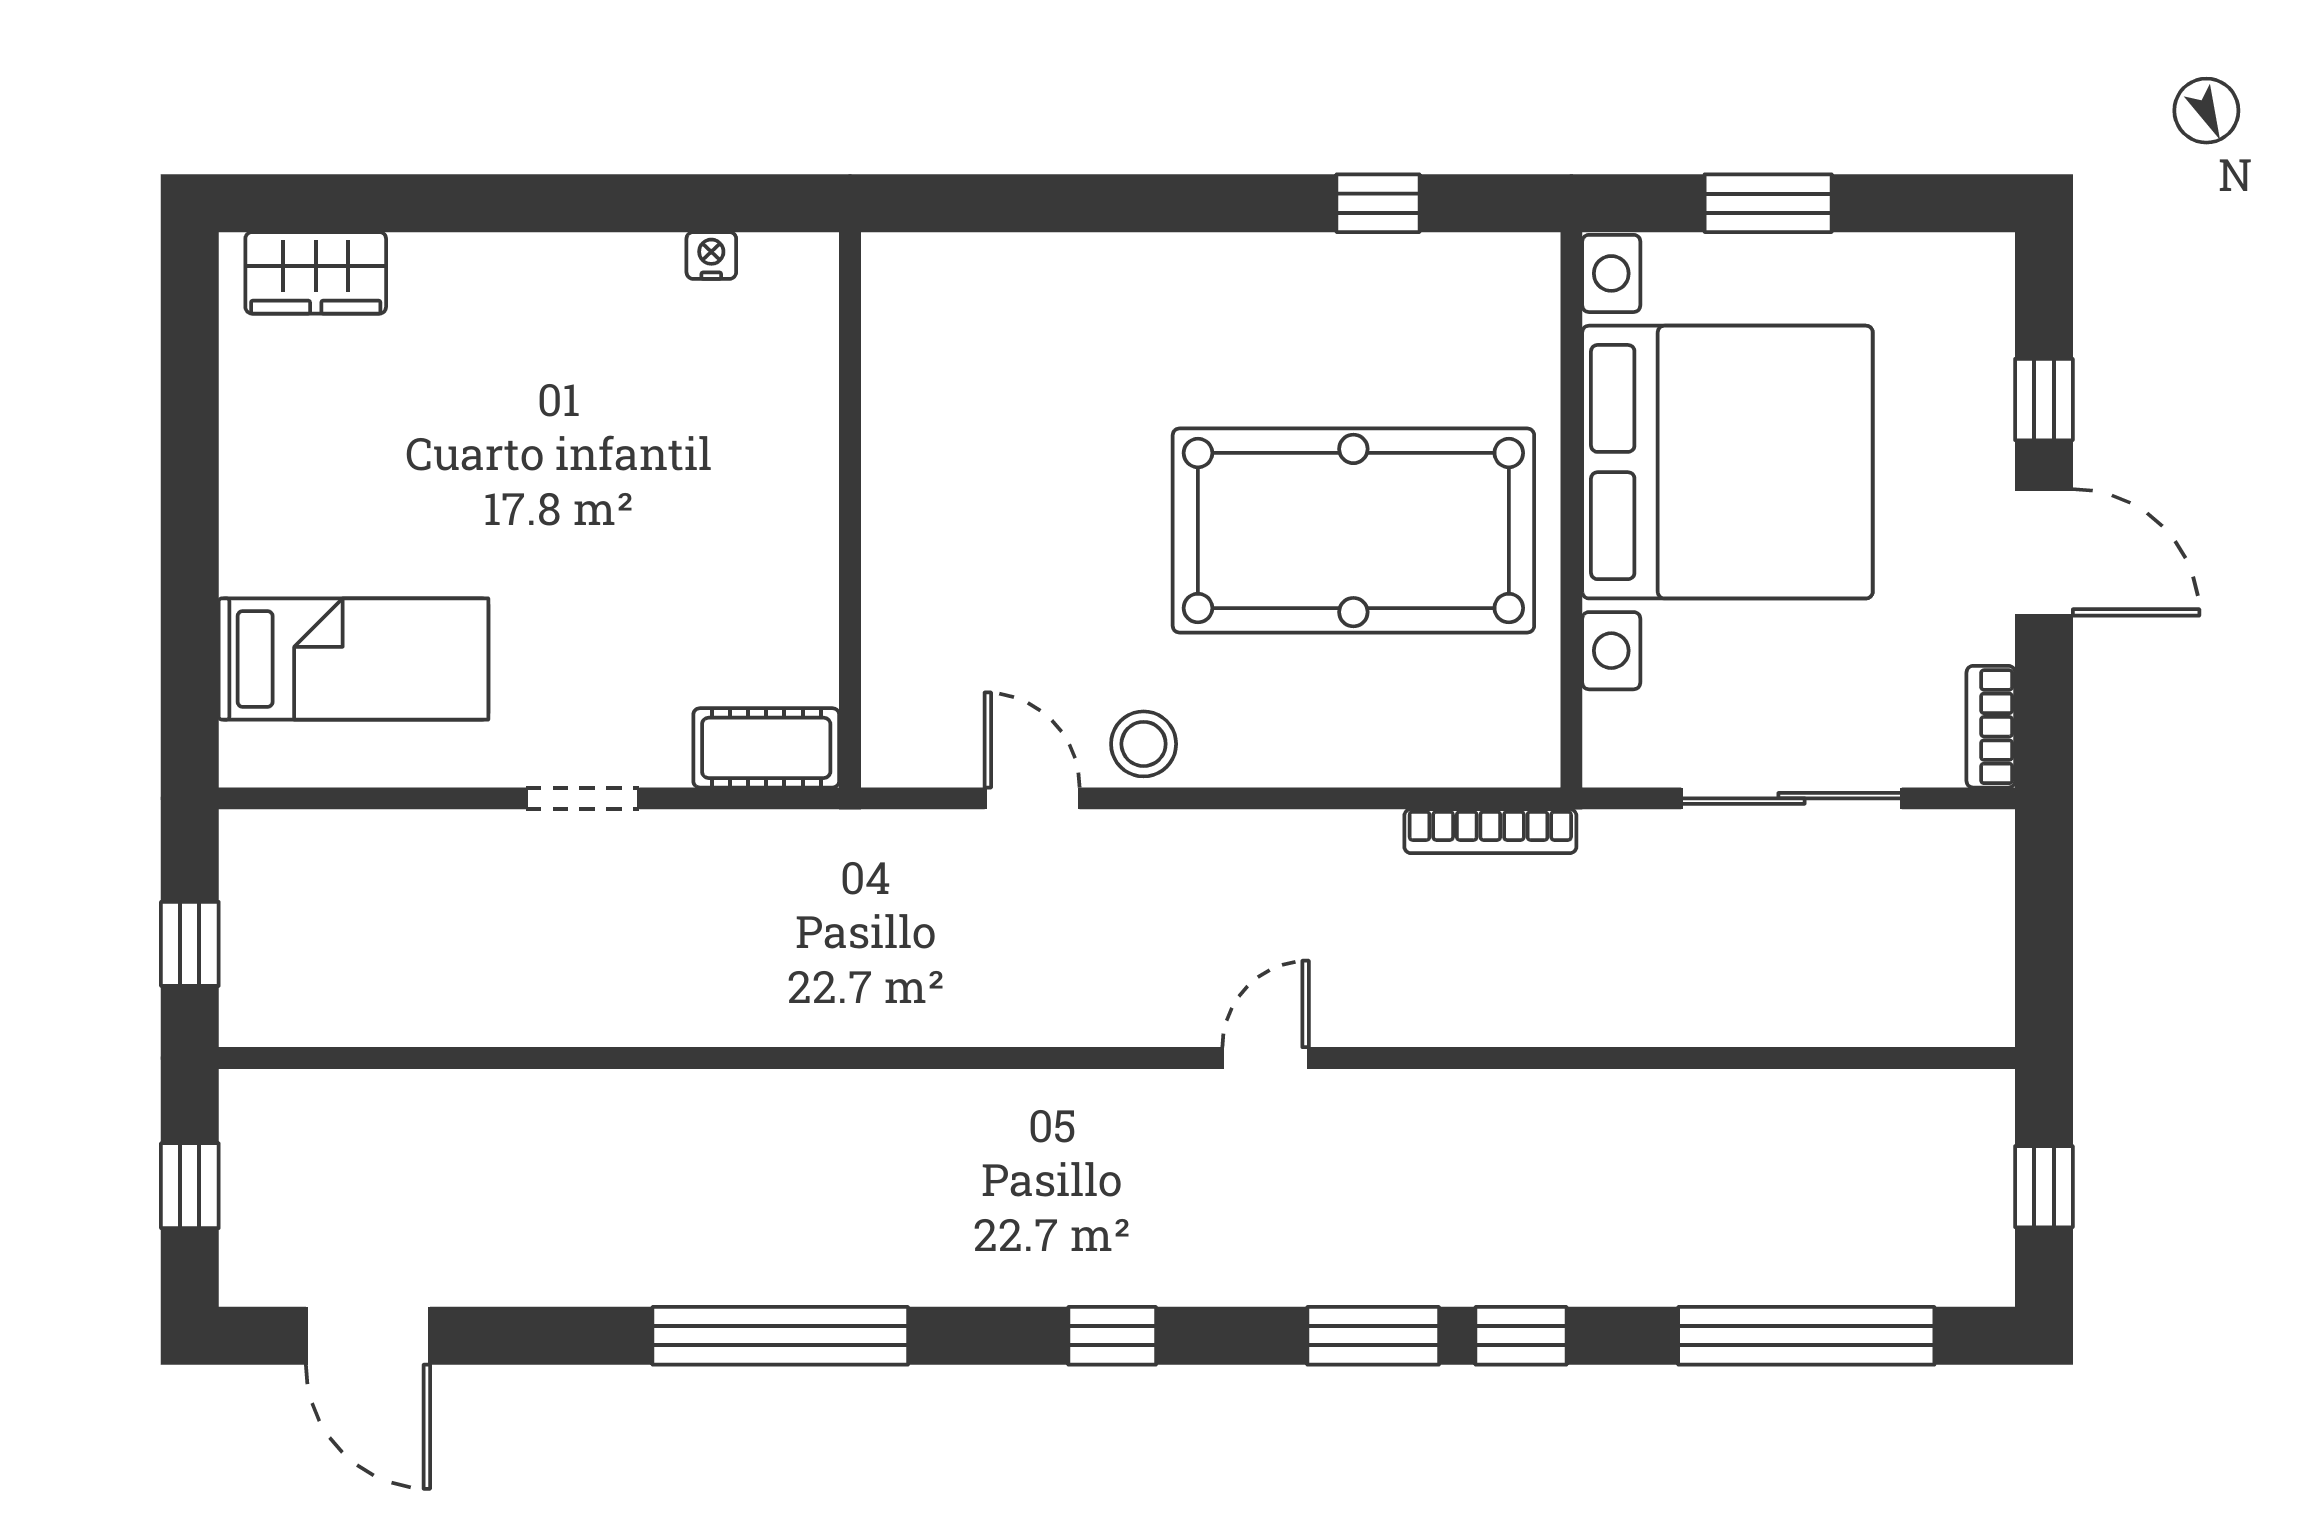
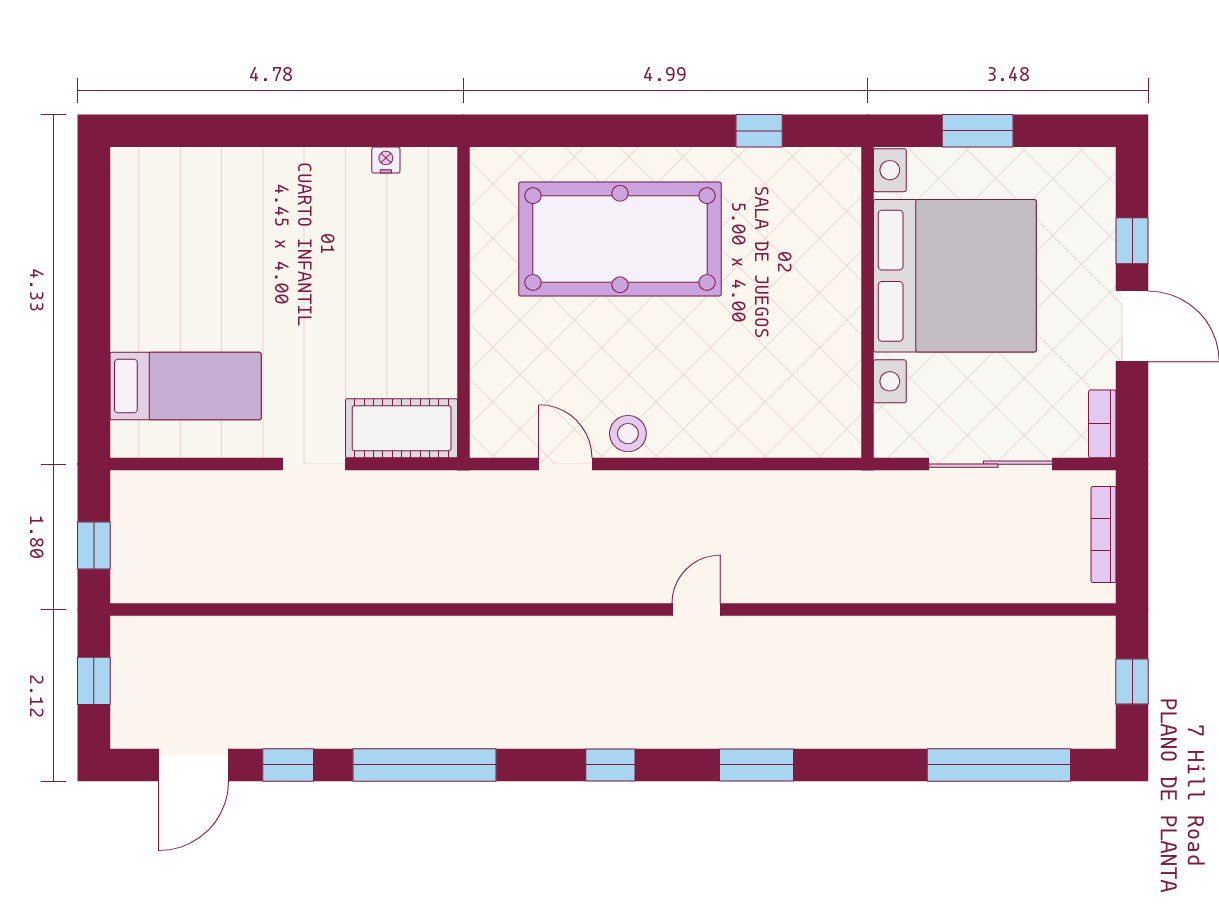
wardrobe: (316, 273) -> (164, 170), removed
pool table: (1353, 531) -> (620, 239), moved
cot: (766, 748) -> (402, 428), width x1.37, depth x1.34
bookcase: (1490, 831) -> (1104, 535), moved, turned 90
door: (368, 1336) -> (194, 765), hinge flipped
window: (1521, 1336) -> (288, 765), moved

